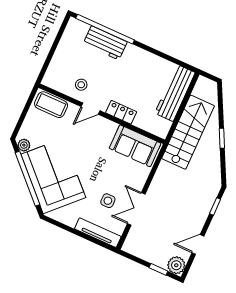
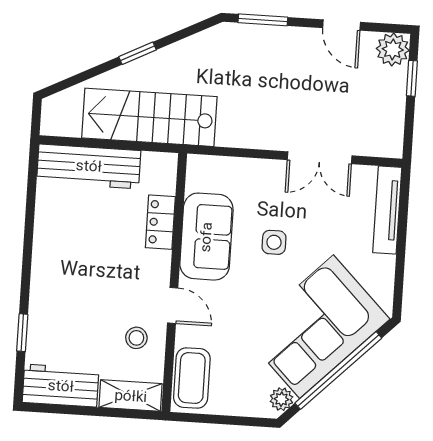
window: (105, 29) -> (22, 333), width x0.32
workbench: (105, 43) -> (61, 386), moved, turned -90
shelving: (54, 71) -> (131, 396), added
locker: (121, 112) -> (160, 222), moved
sofa: (135, 146) -> (206, 237), moved
side table: (108, 201) -> (274, 242), moved
window: (215, 206) -> (263, 20), width x1.50

